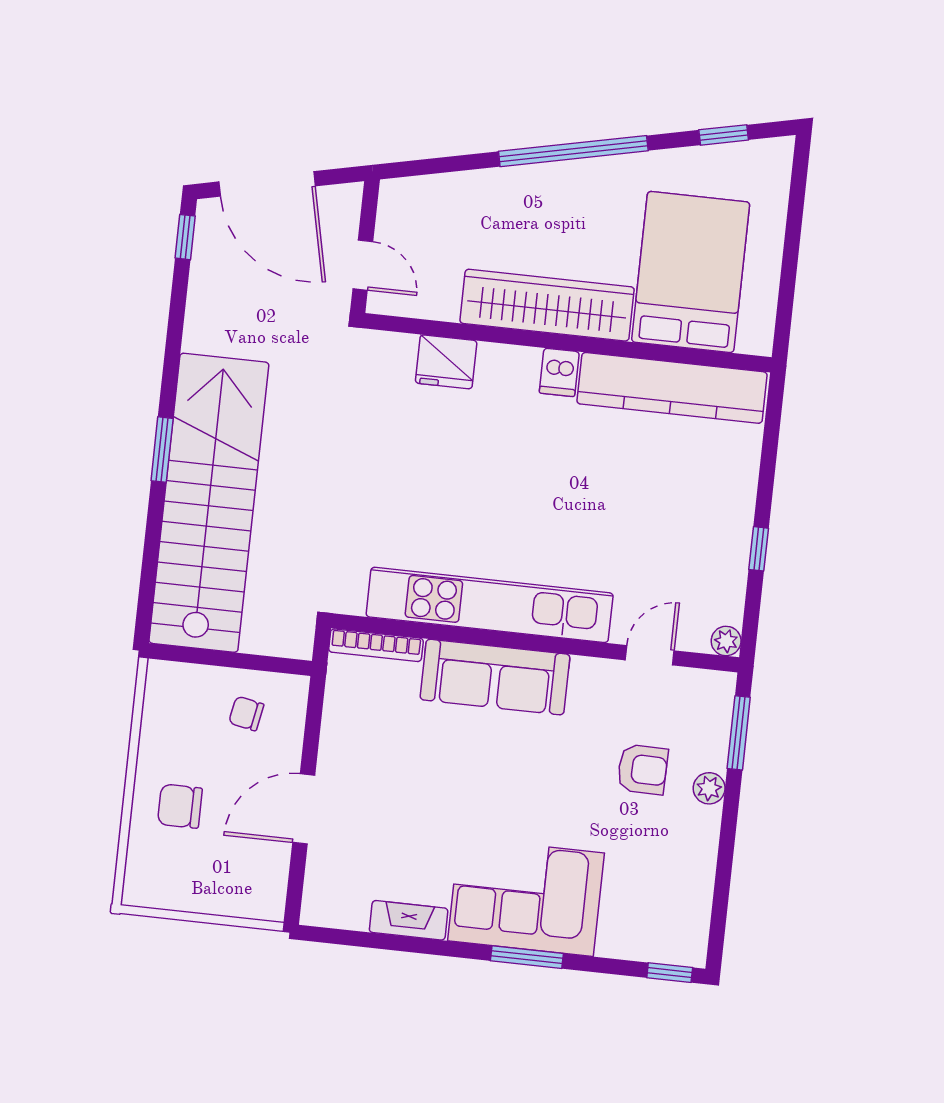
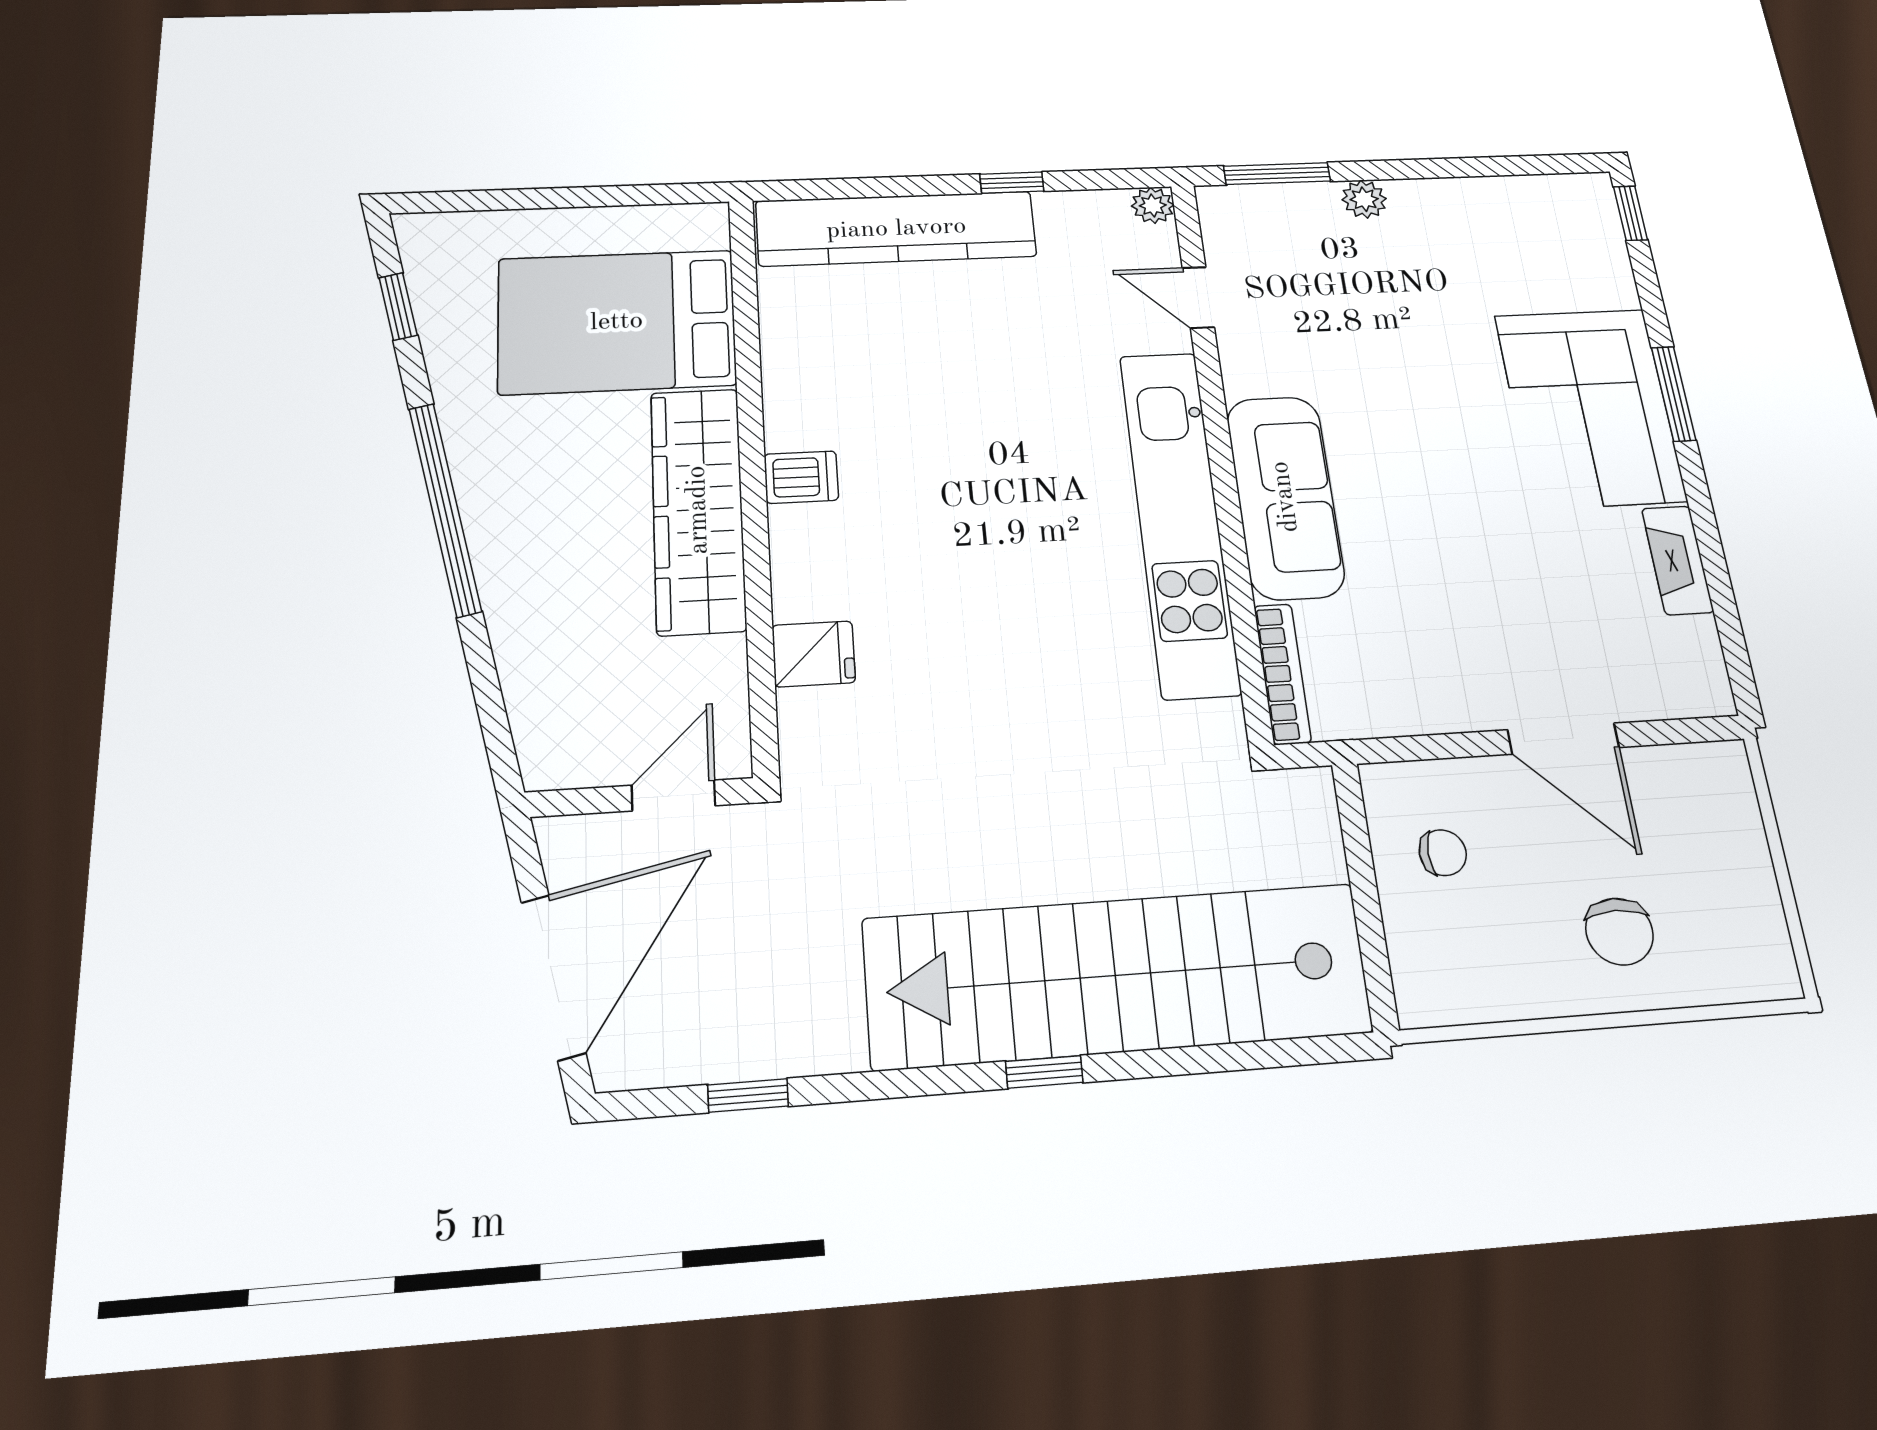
window: (185, 237) -> (748, 1095), moved
fridge: (446, 362) -> (814, 654), width x0.72
kitchen counter: (672, 388) -> (896, 229), moved, turned 90
window: (162, 450) -> (1044, 1072), width x0.67
chair: (246, 713) -> (1443, 853), turned -101
armchair: (643, 769) -> (1363, 284), removed

